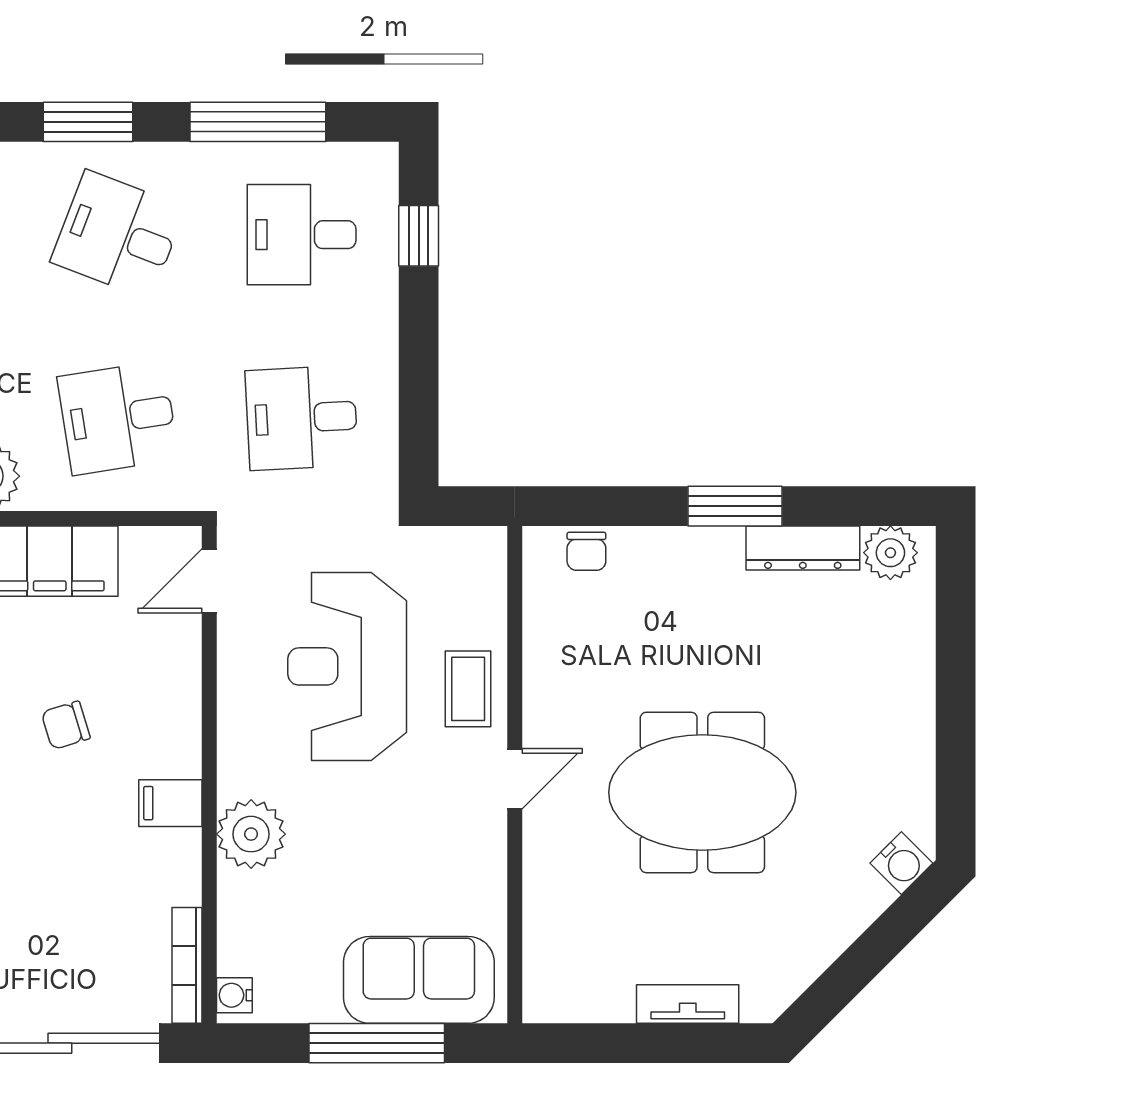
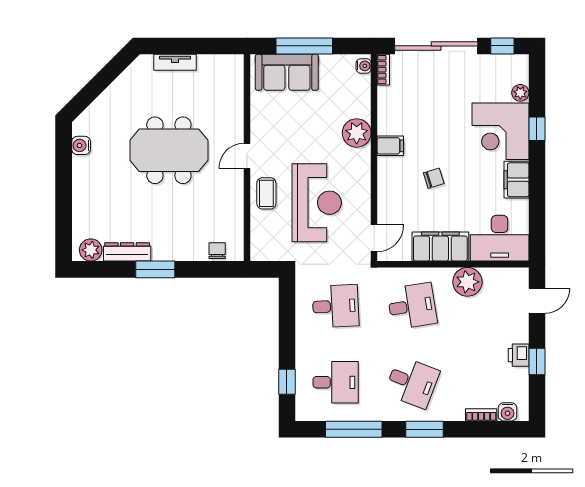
water cooler: (901, 863) -> (81, 145), moved, turned -45
bookcase: (187, 965) -> (383, 70), width x0.64

